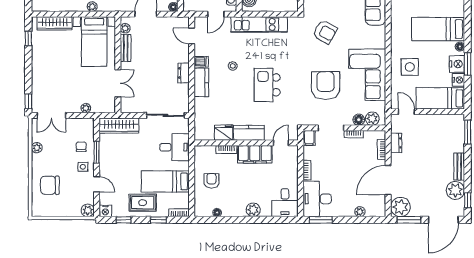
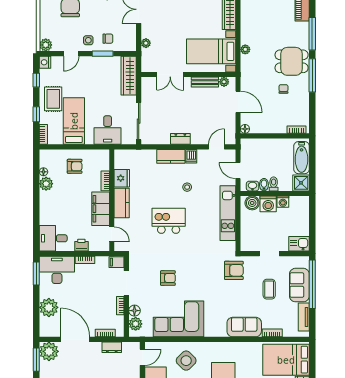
armchair: (325, 32) -> (234, 270), moved, turned -119
side table: (410, 67) -> (186, 361), turned 45
armchair: (326, 86) -> (168, 278), width x0.53, depth x0.53
printer: (292, 174) -> (81, 245), added
plant: (253, 210) -> (46, 184), moved
plant: (360, 212) -> (49, 307), width x1.87, depth x1.87

